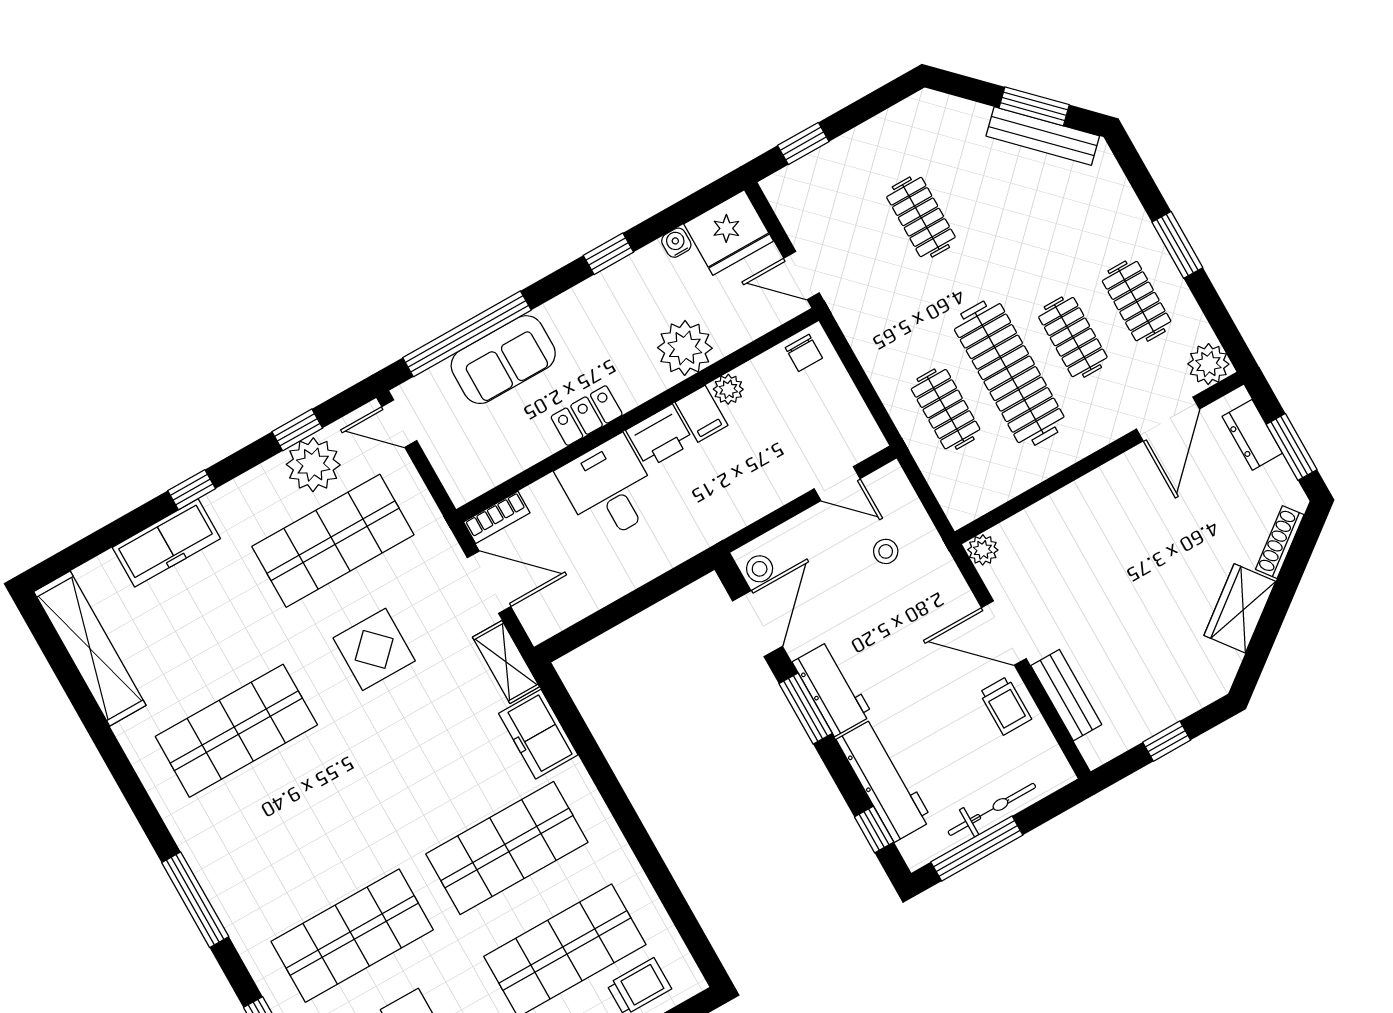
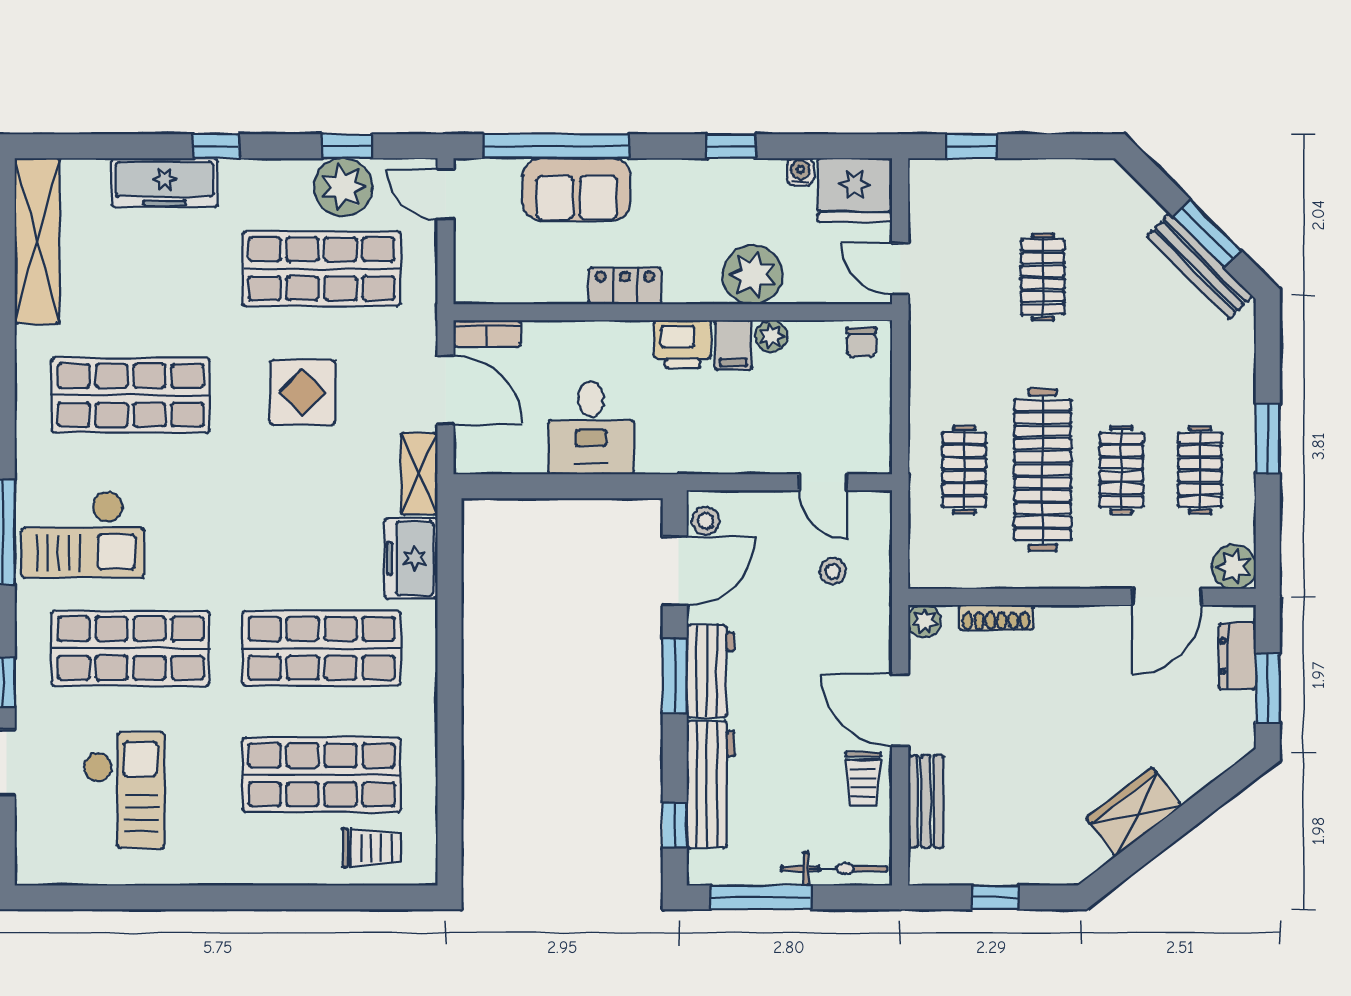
desk: (609, 489) -> (591, 428), moved, turned 180
shoe rack: (1280, 542) -> (996, 617), moved, turned -142
bicycle: (992, 809) -> (834, 869), moved
checkout: (262, 865) -> (83, 535), added

